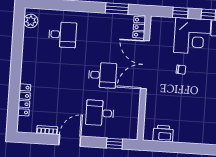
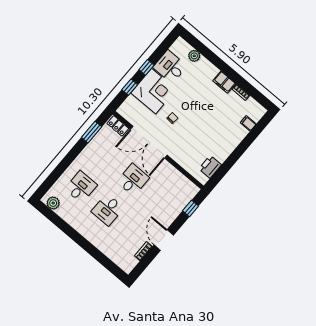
locker: (24, 100) -> (108, 252), removed
desk: (100, 113) -> (108, 210), moved

